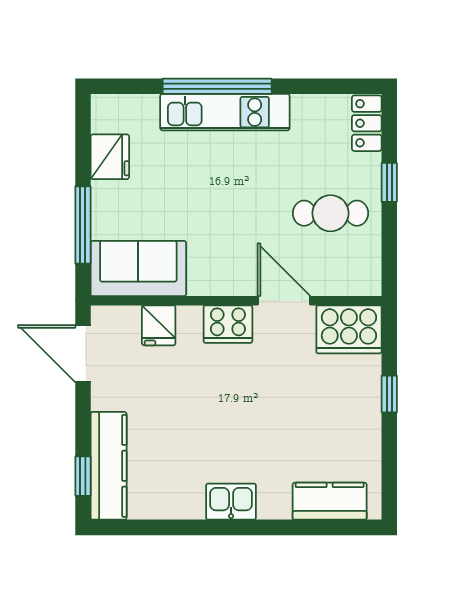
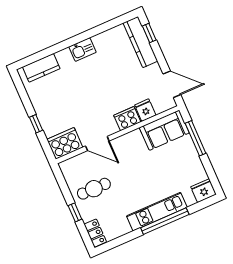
fridge: (110, 157) -> (204, 191), moved, turned 90
cooker: (228, 324) -> (127, 119), moved

